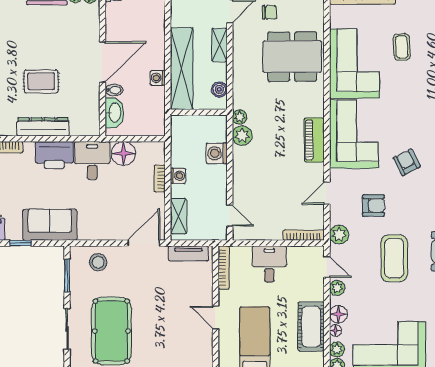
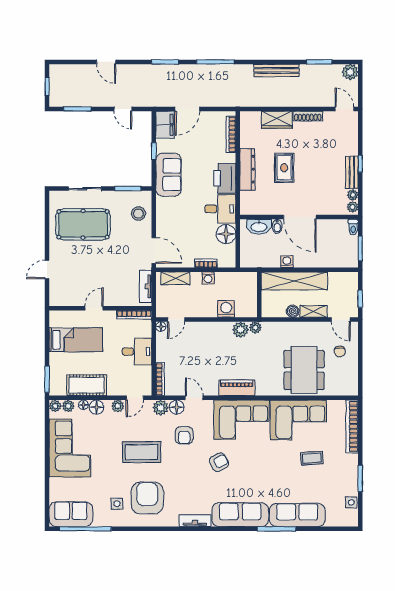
boiler: (219, 89) -> (293, 311), moved
floor lamp: (338, 215) -> (177, 407), added
floor lamp: (238, 234) -> (161, 327), added

